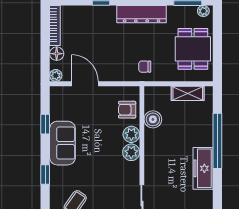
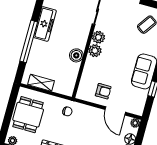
armchair: (127, 110) -> (103, 91), moved
boiler: (153, 119) -> (76, 55), moved
plant: (131, 134) -> (98, 37), moved

